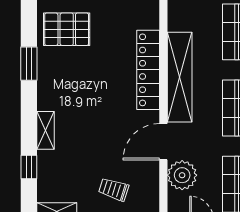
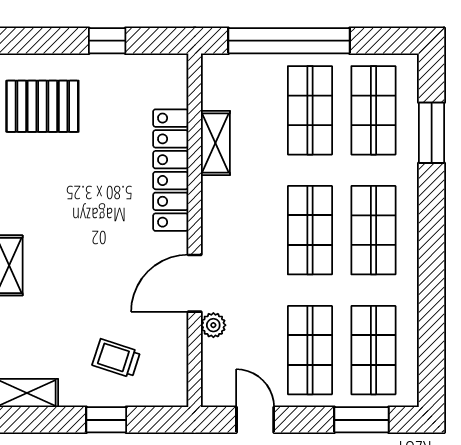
shelving: (180, 77) -> (215, 143), width x0.45, depth x0.75
plant: (182, 175) -> (213, 325), width x0.53, depth x0.53

